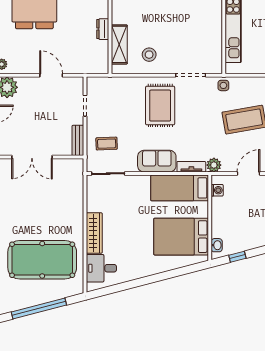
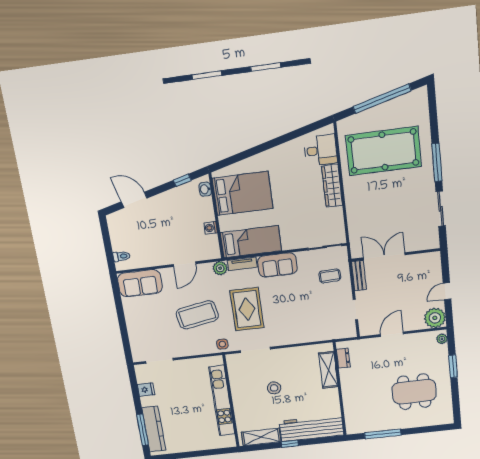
dresser: (103, 29) -> (343, 358), moved
stool: (149, 55) -> (274, 388), moved
door: (51, 75) -> (392, 334), swing flipped
rug: (160, 106) -> (247, 309), moved
double door: (32, 157) -> (384, 256), moved
washing machine: (217, 190) -> (211, 228), moved

